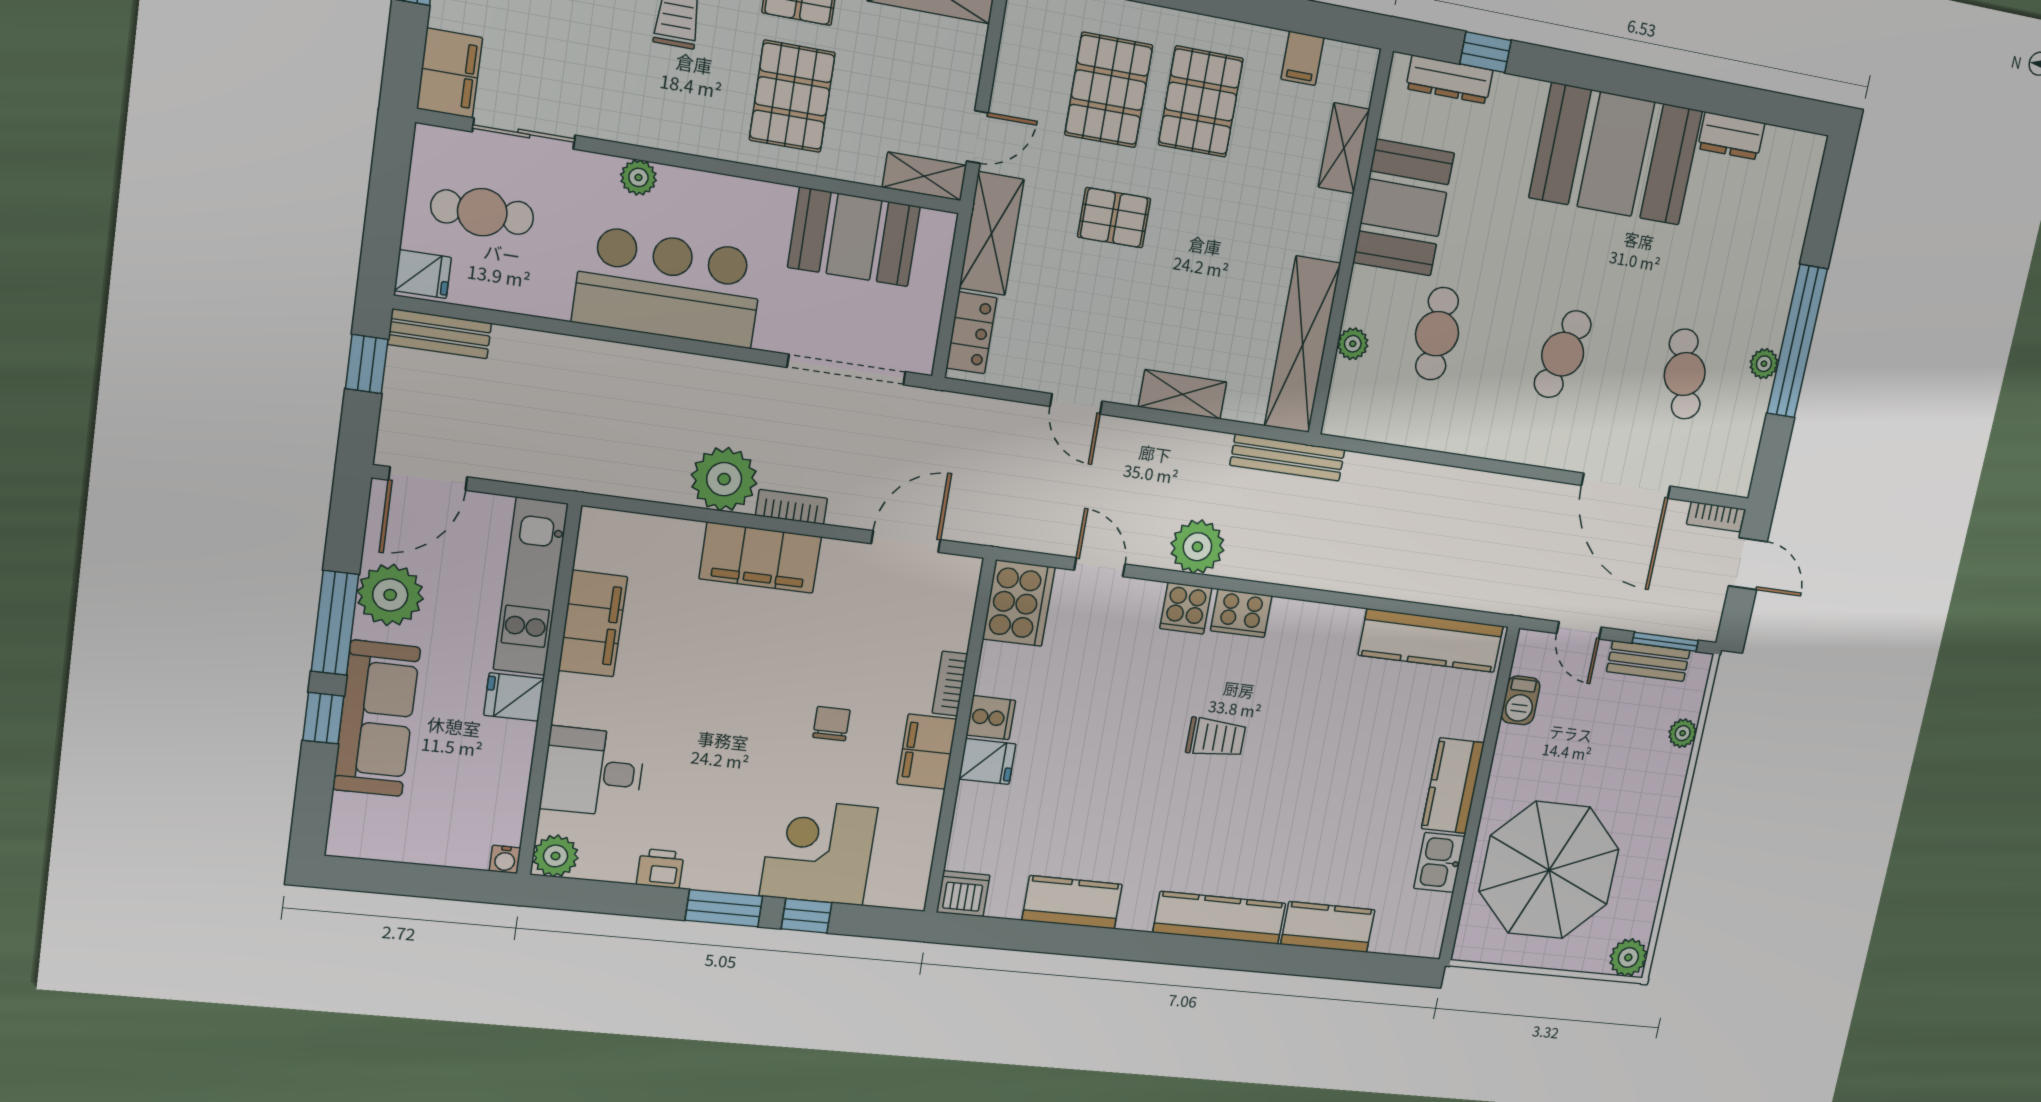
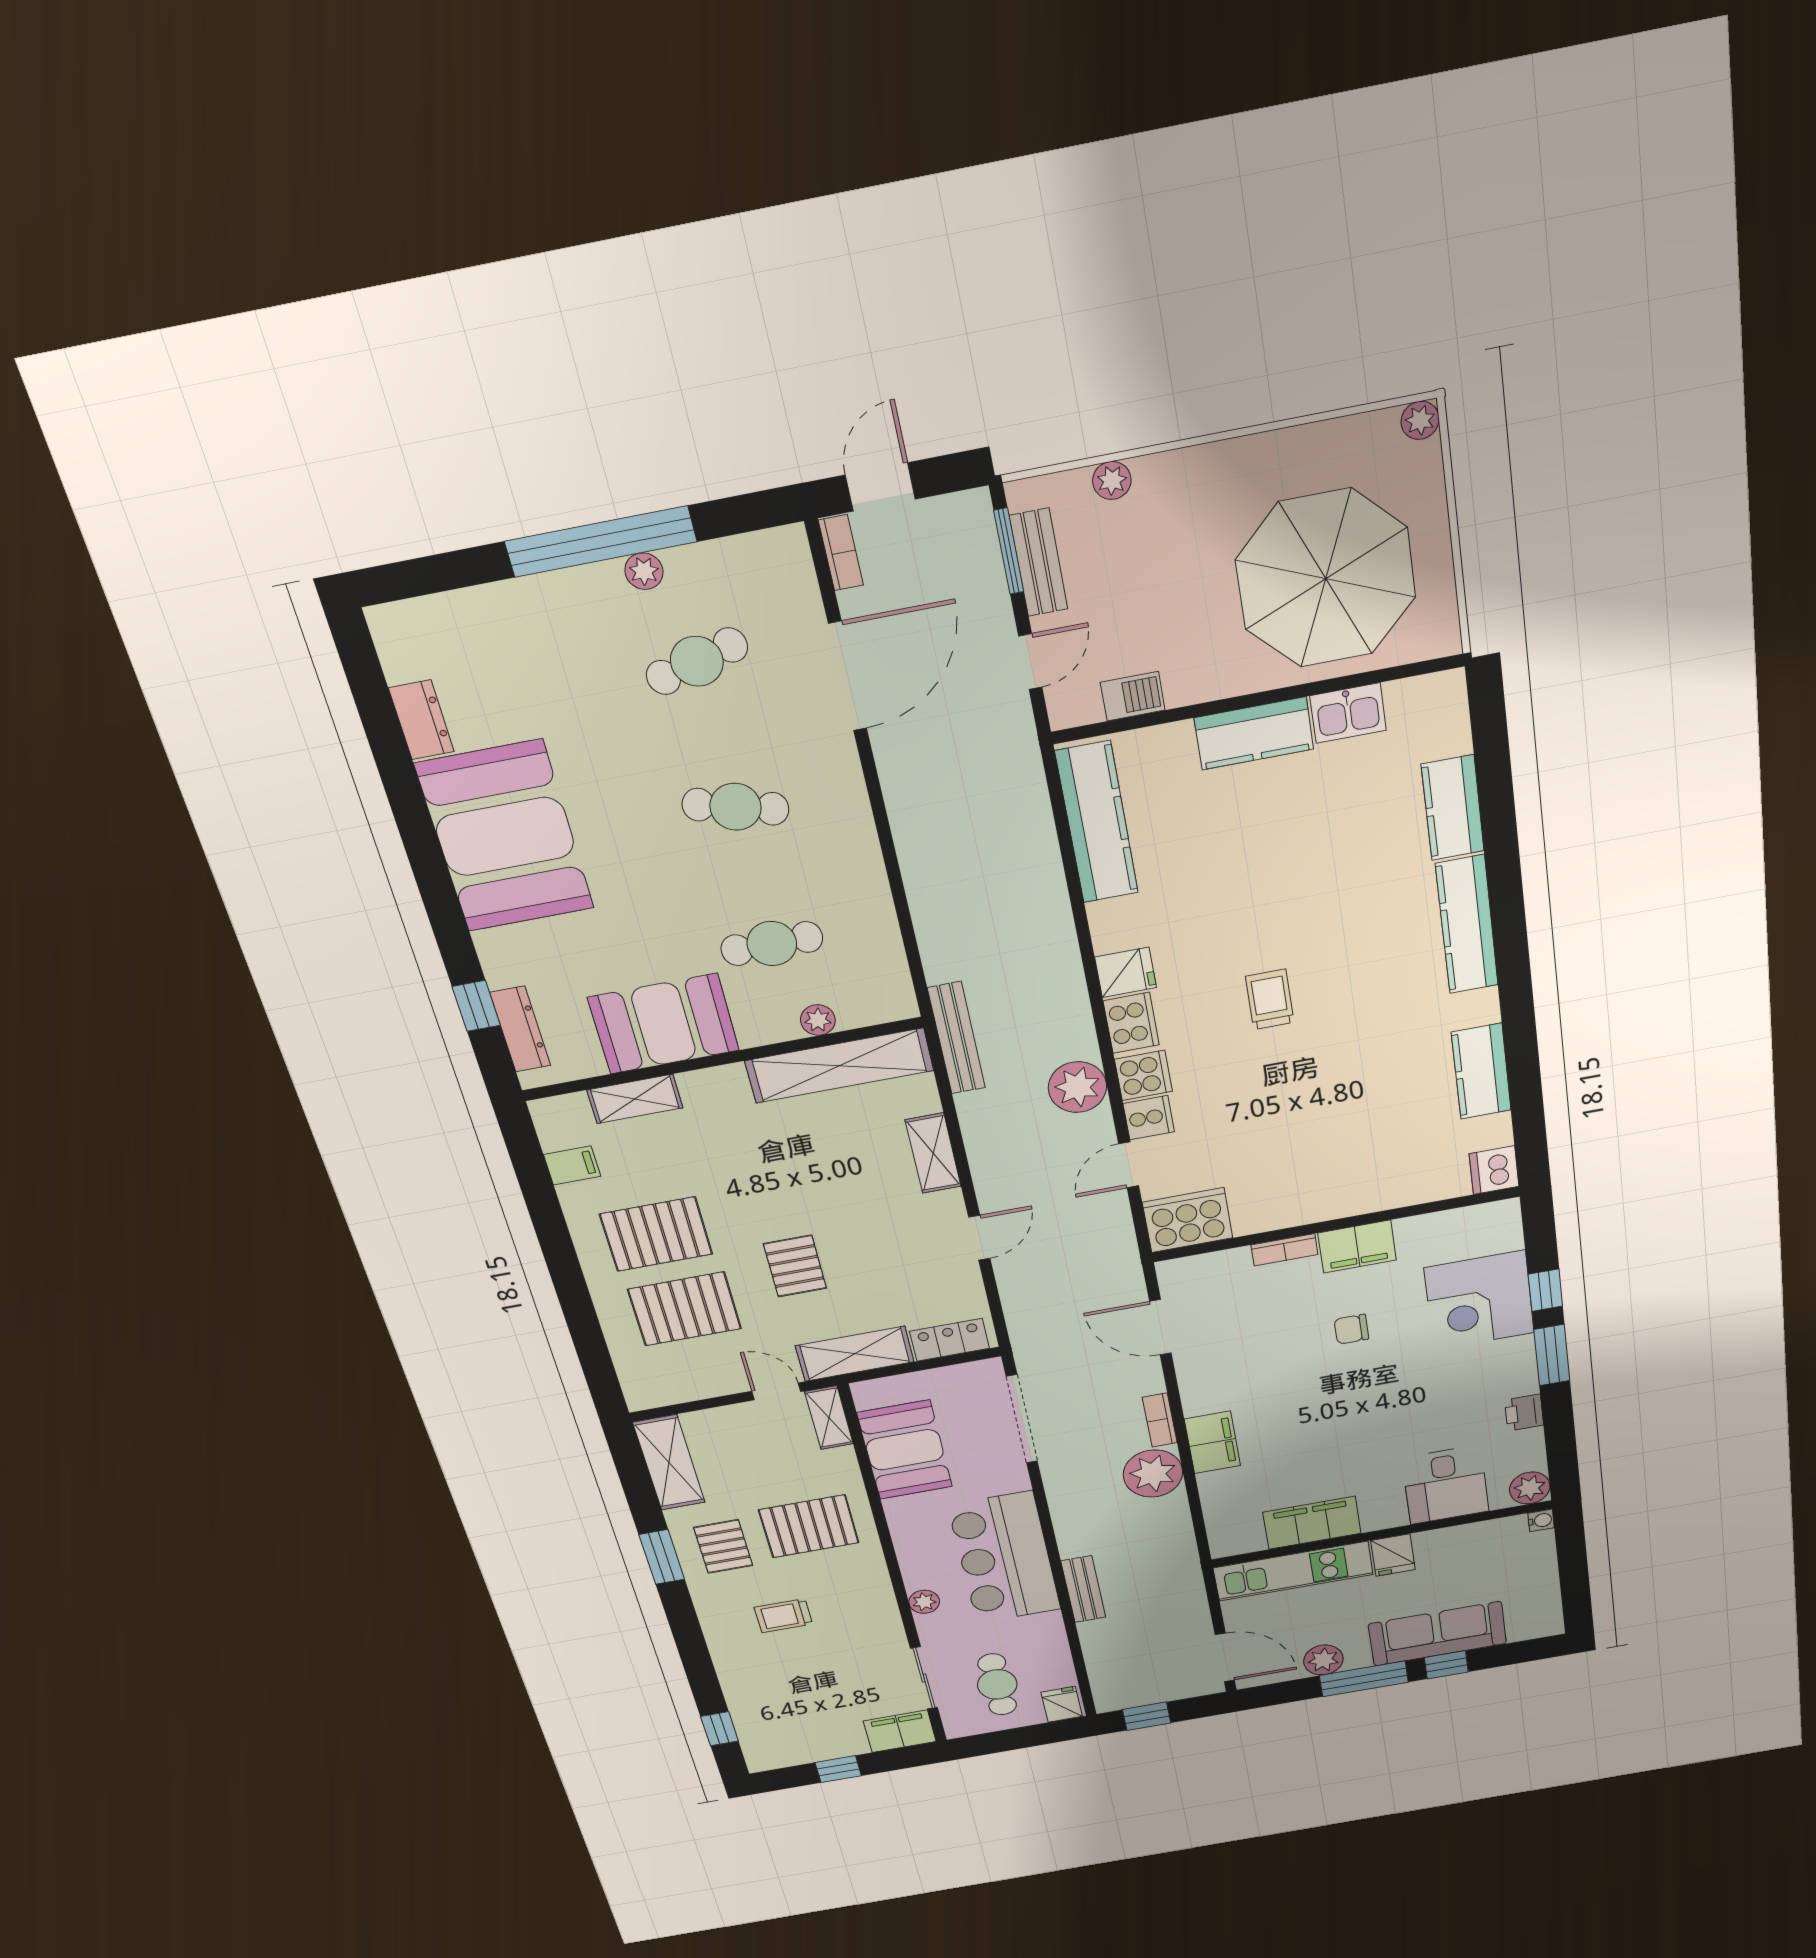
bench: (440, 334) -> (1083, 1589), moved
filing cabinet: (760, 558) -> (1212, 1442), width x0.67, depth x0.86
plant: (390, 595) -> (1323, 1660), width x0.73, depth x0.73
cooker: (991, 718) -> (1149, 1118), moved, turned 90
fridge: (987, 761) -> (1126, 972), moved, turned 90
plant: (1628, 958) -> (1420, 420), width x0.73, depth x0.73

